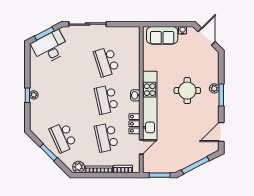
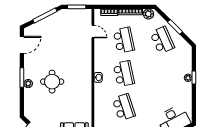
kitchen unit: (150, 105) -> (85, 68), removed
locker: (134, 124) -> (99, 52), removed
door: (141, 147) -> (93, 32), swing flipped

